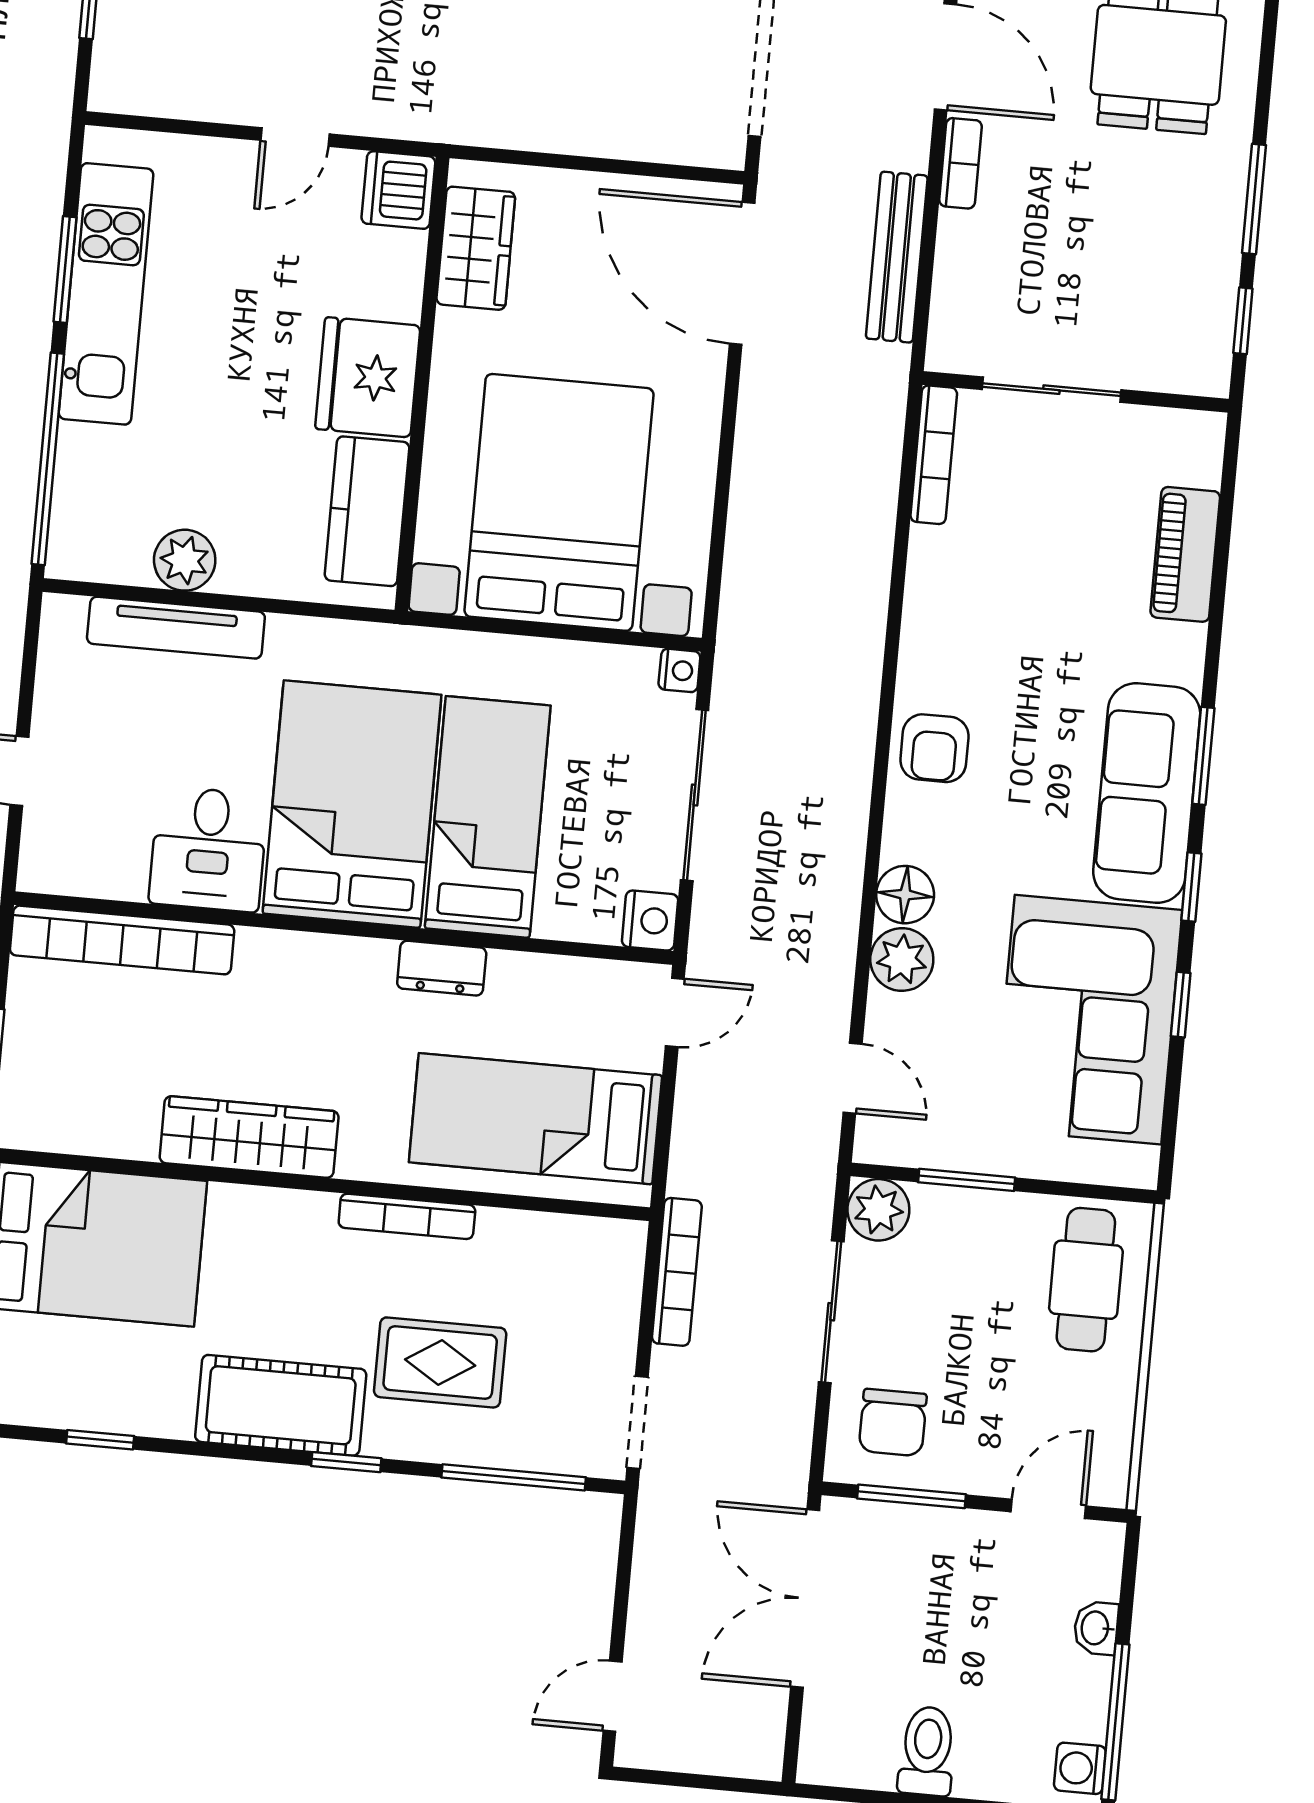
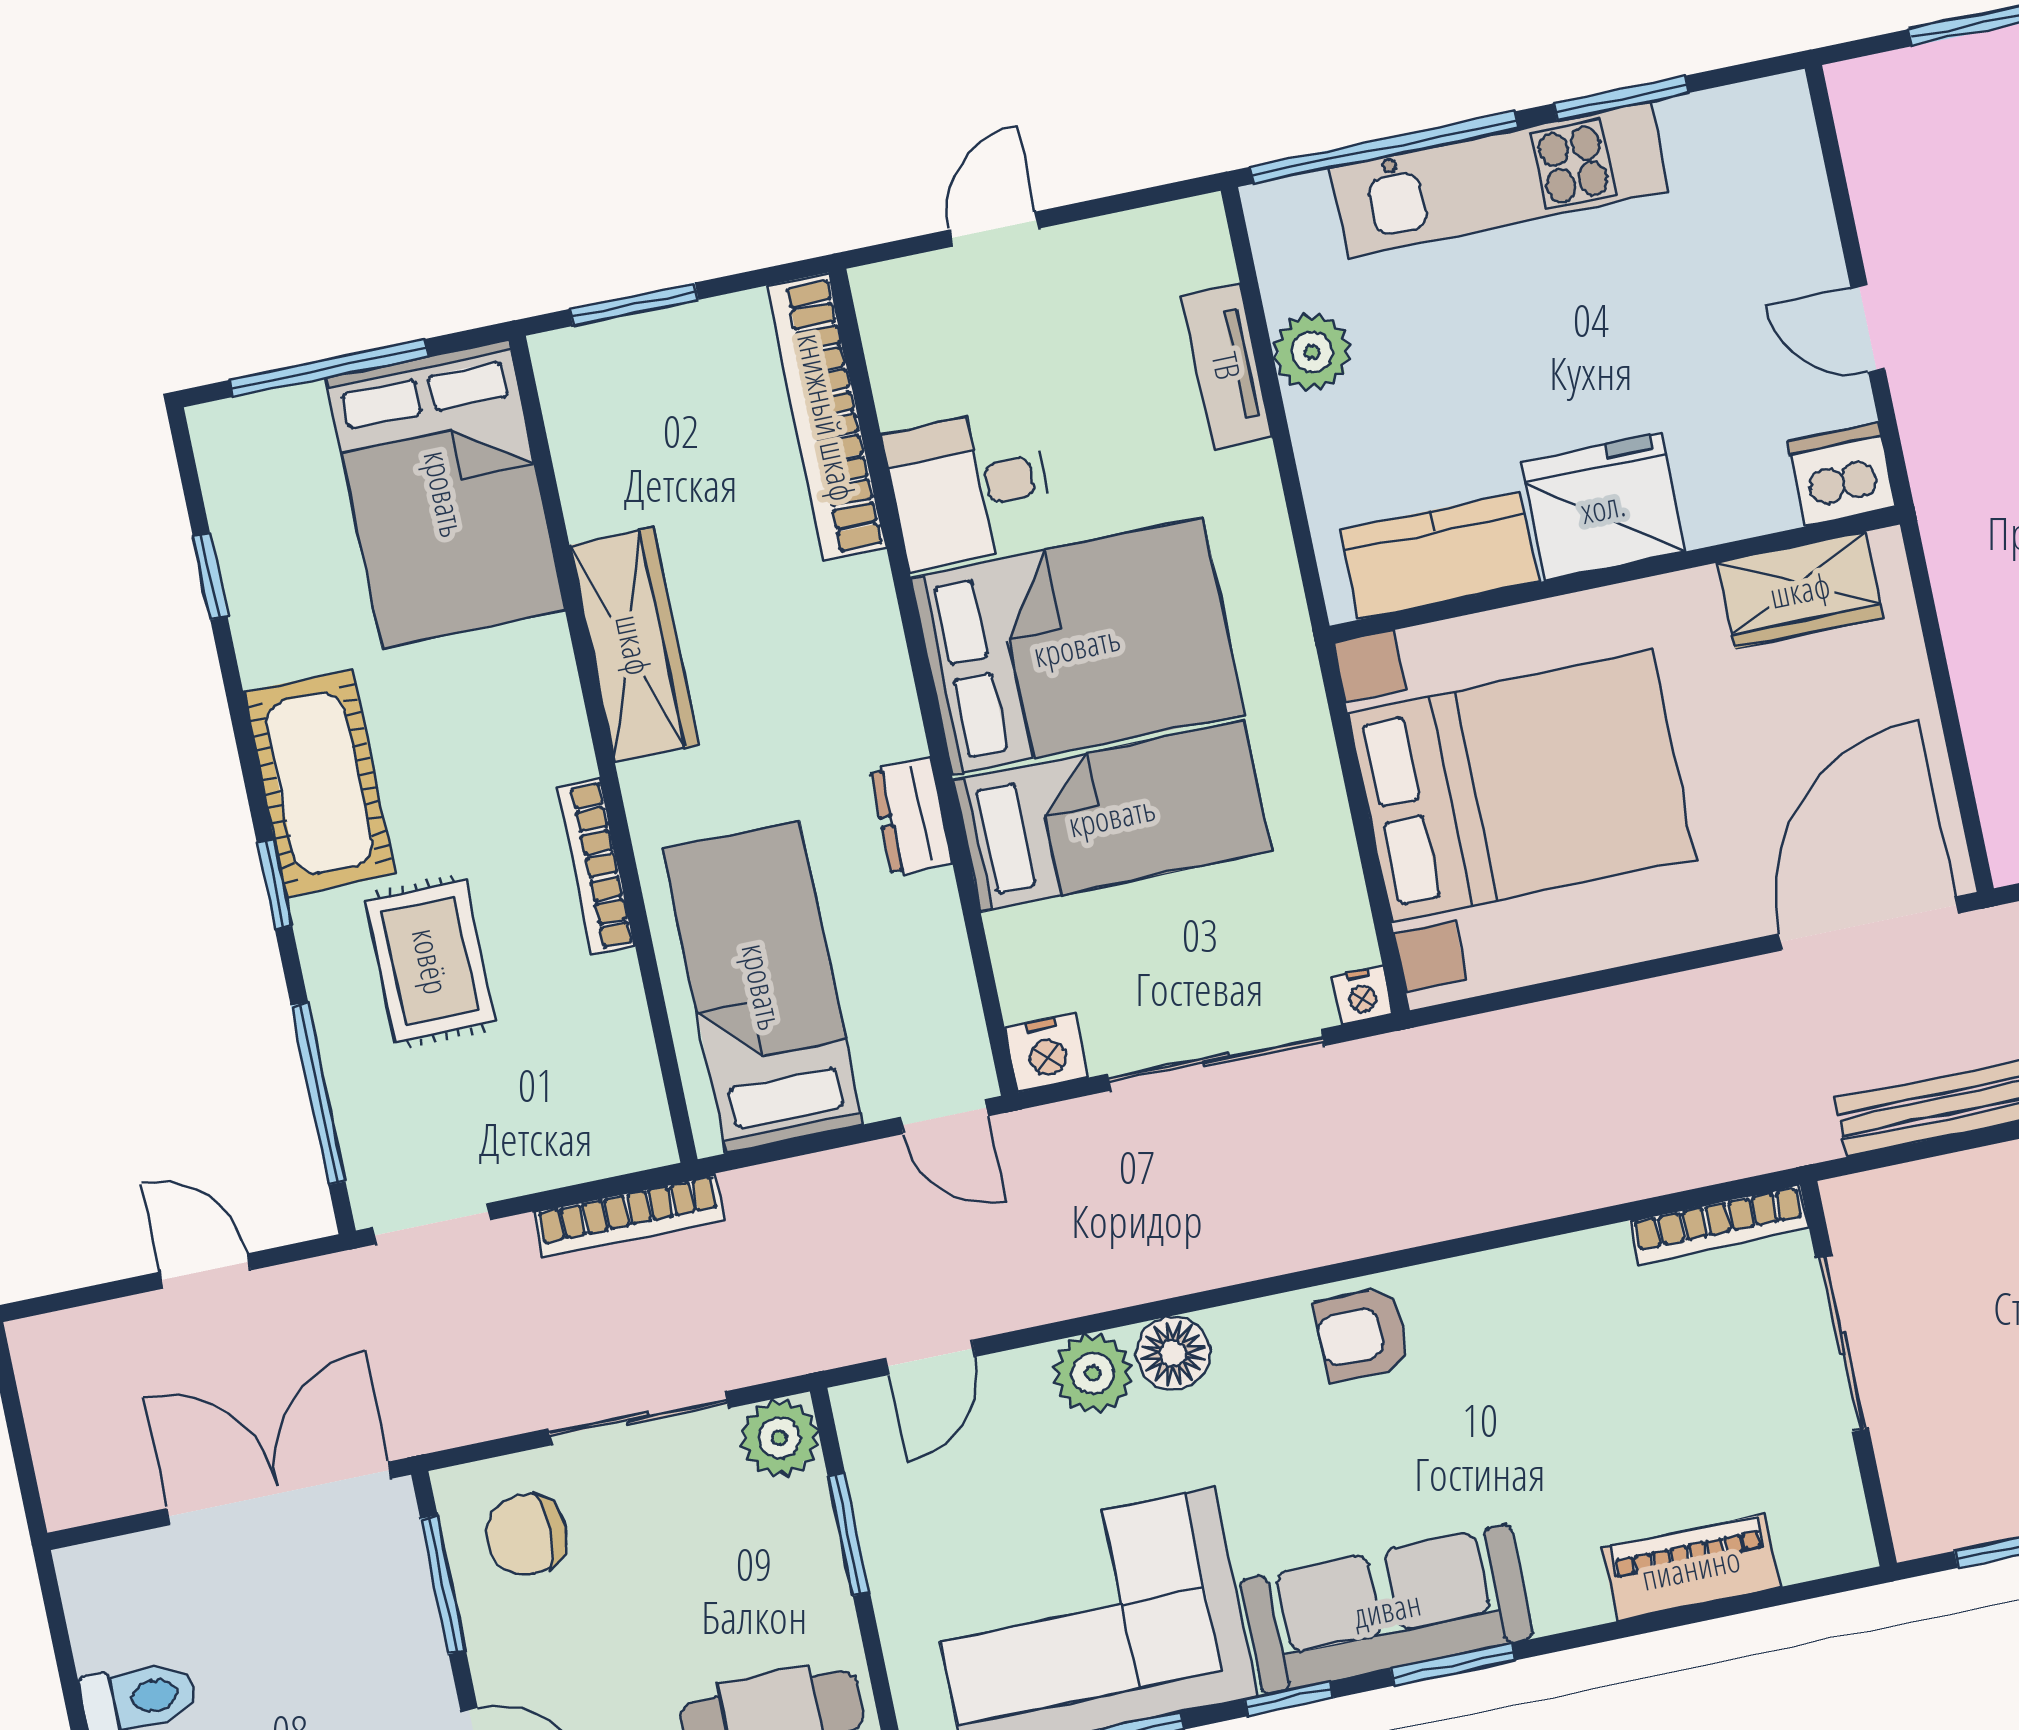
kitchen unit: (106, 294) -> (1499, 180), moved
tv unit: (176, 628) -> (1227, 366), width x0.71
door: (613, 1696) -> (205, 1271), moved

